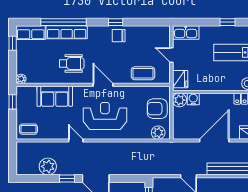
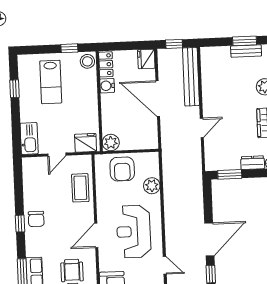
water cooler: (193, 99) -> (107, 86), moved
plant: (158, 133) -> (152, 186), moved
door: (76, 141) -> (165, 265), swing flipped

